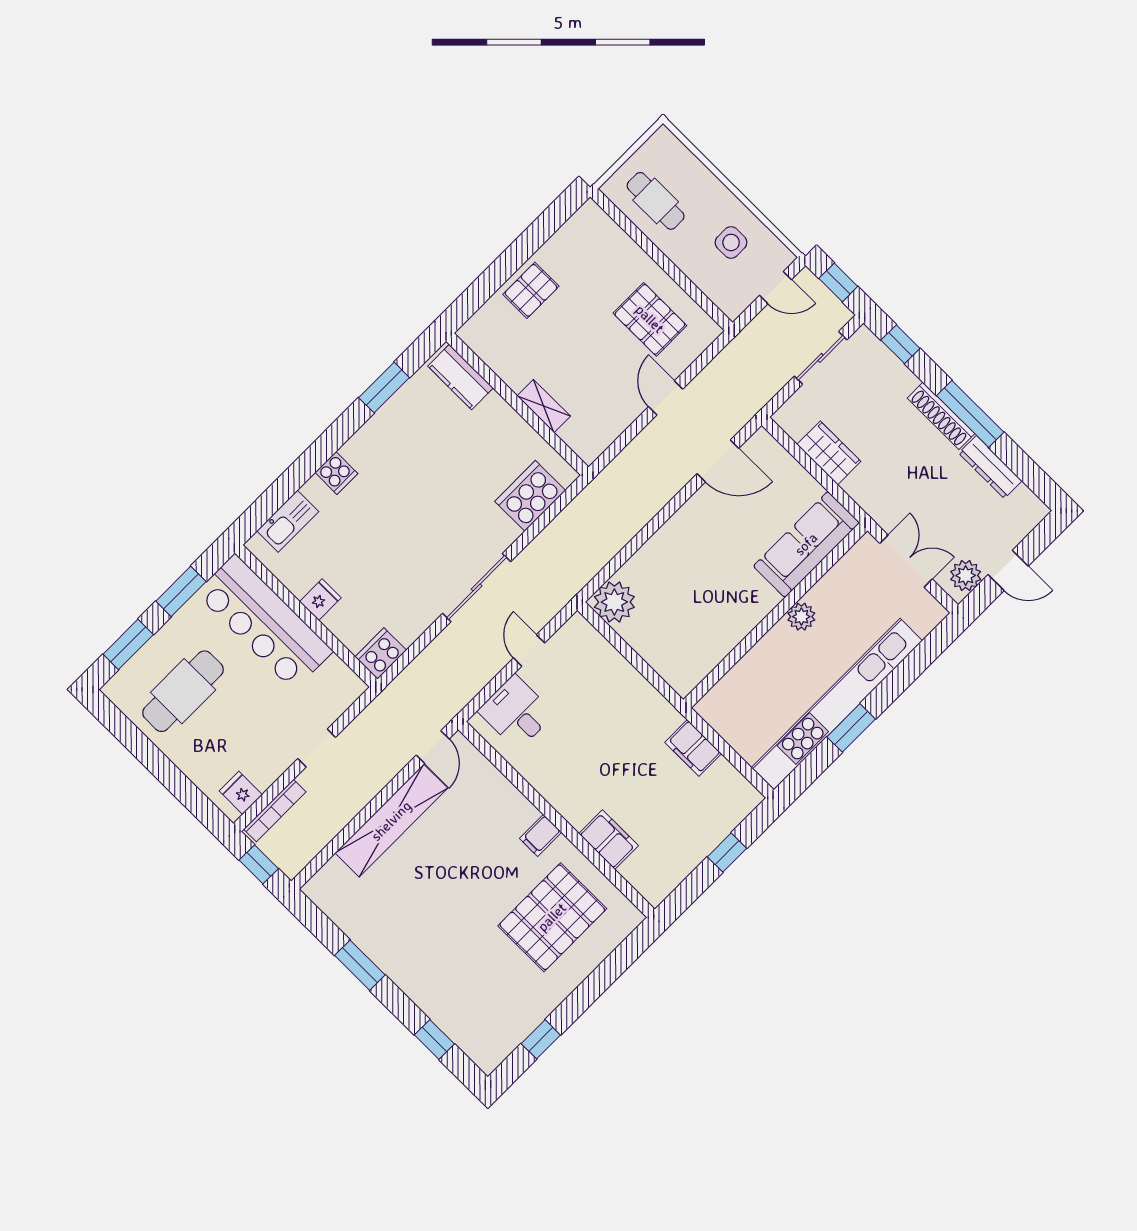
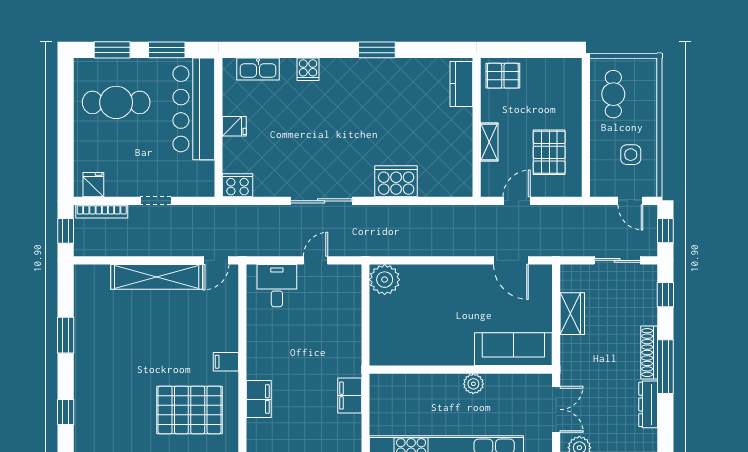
kitchen counter: (461, 377) -> (461, 84), moved
wall: (517, 404) -> (477, 127), moved
shelving: (544, 406) -> (489, 142), moved

